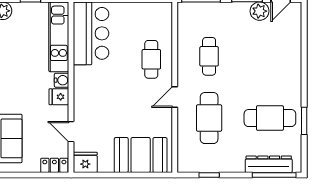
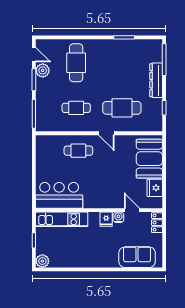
water cooler: (62, 80) -> (118, 217), moved
cafe table: (270, 118) -> (76, 63), moved
door: (71, 132) -> (132, 210), swing flipped
fridge: (85, 162) -> (155, 188), moved
dresser: (269, 164) -> (156, 80), moved

